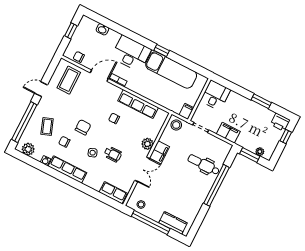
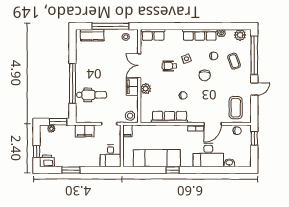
window: (71, 31) -> (254, 138), moved
desk: (131, 53) -> (208, 155), moved

